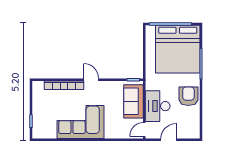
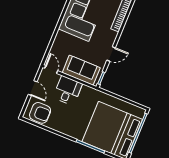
door: (91, 80) -> (111, 54), moved
armchair: (188, 96) -> (40, 113), moved
desk: (158, 106) -> (68, 91), width x0.73

